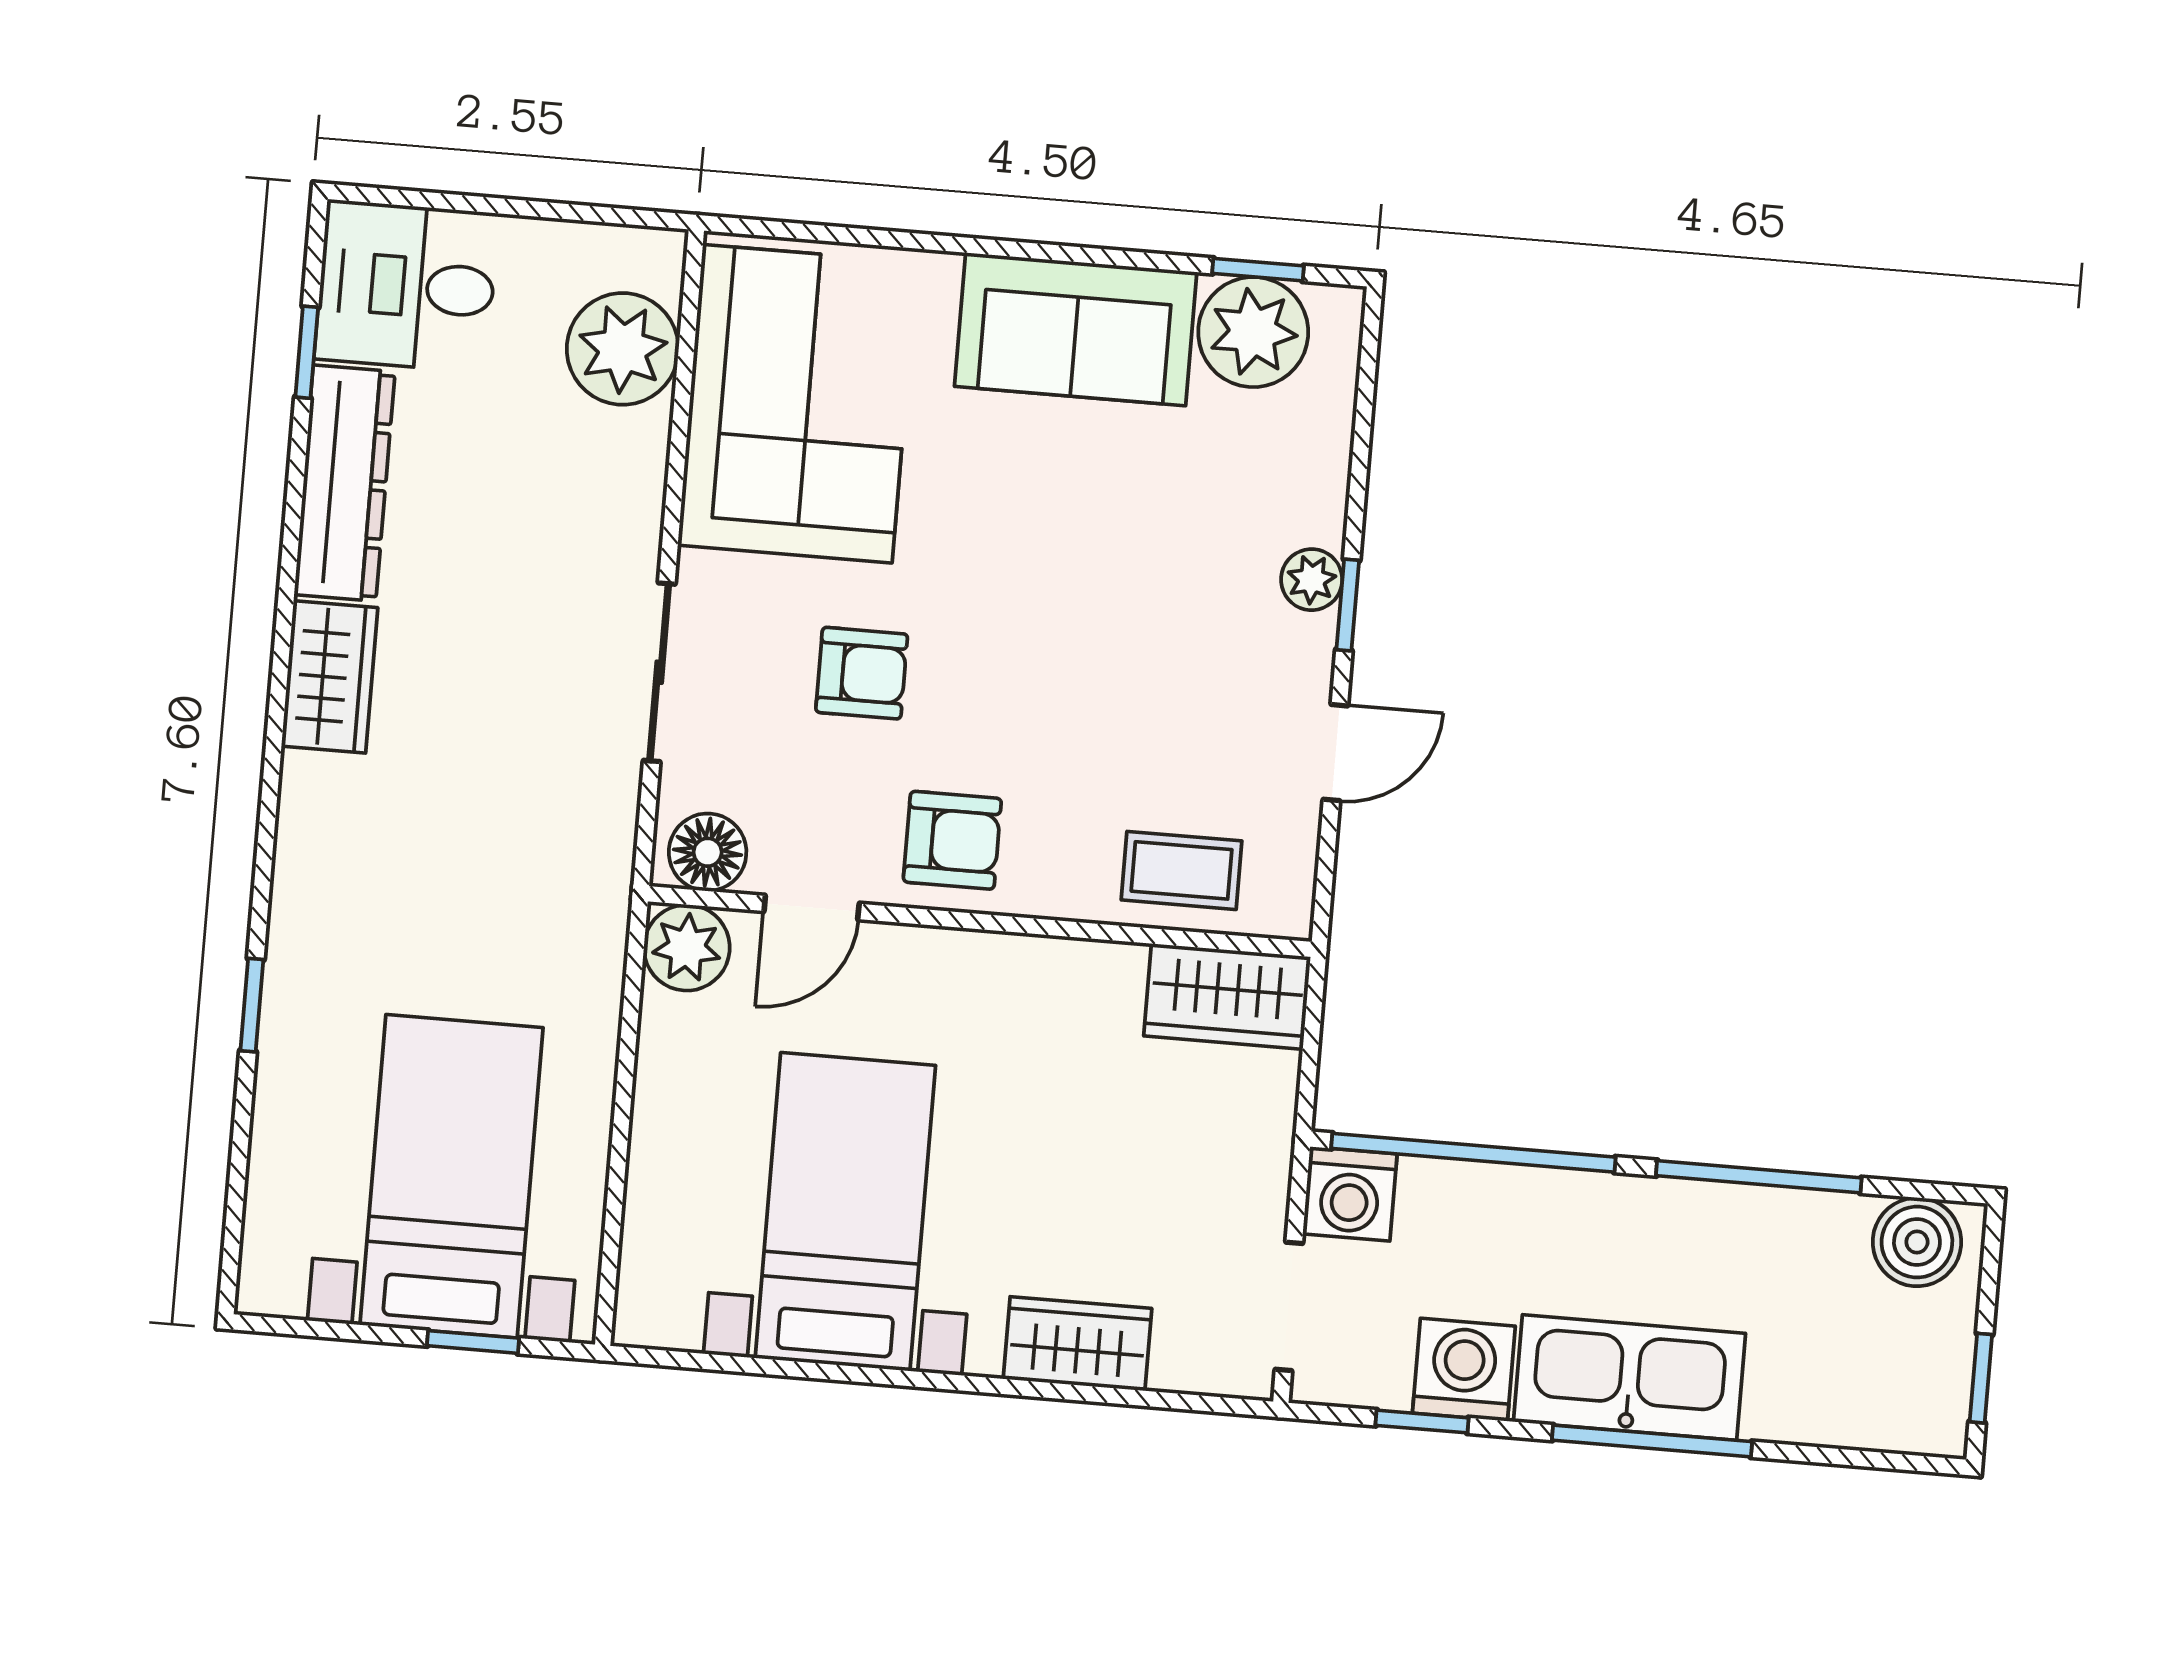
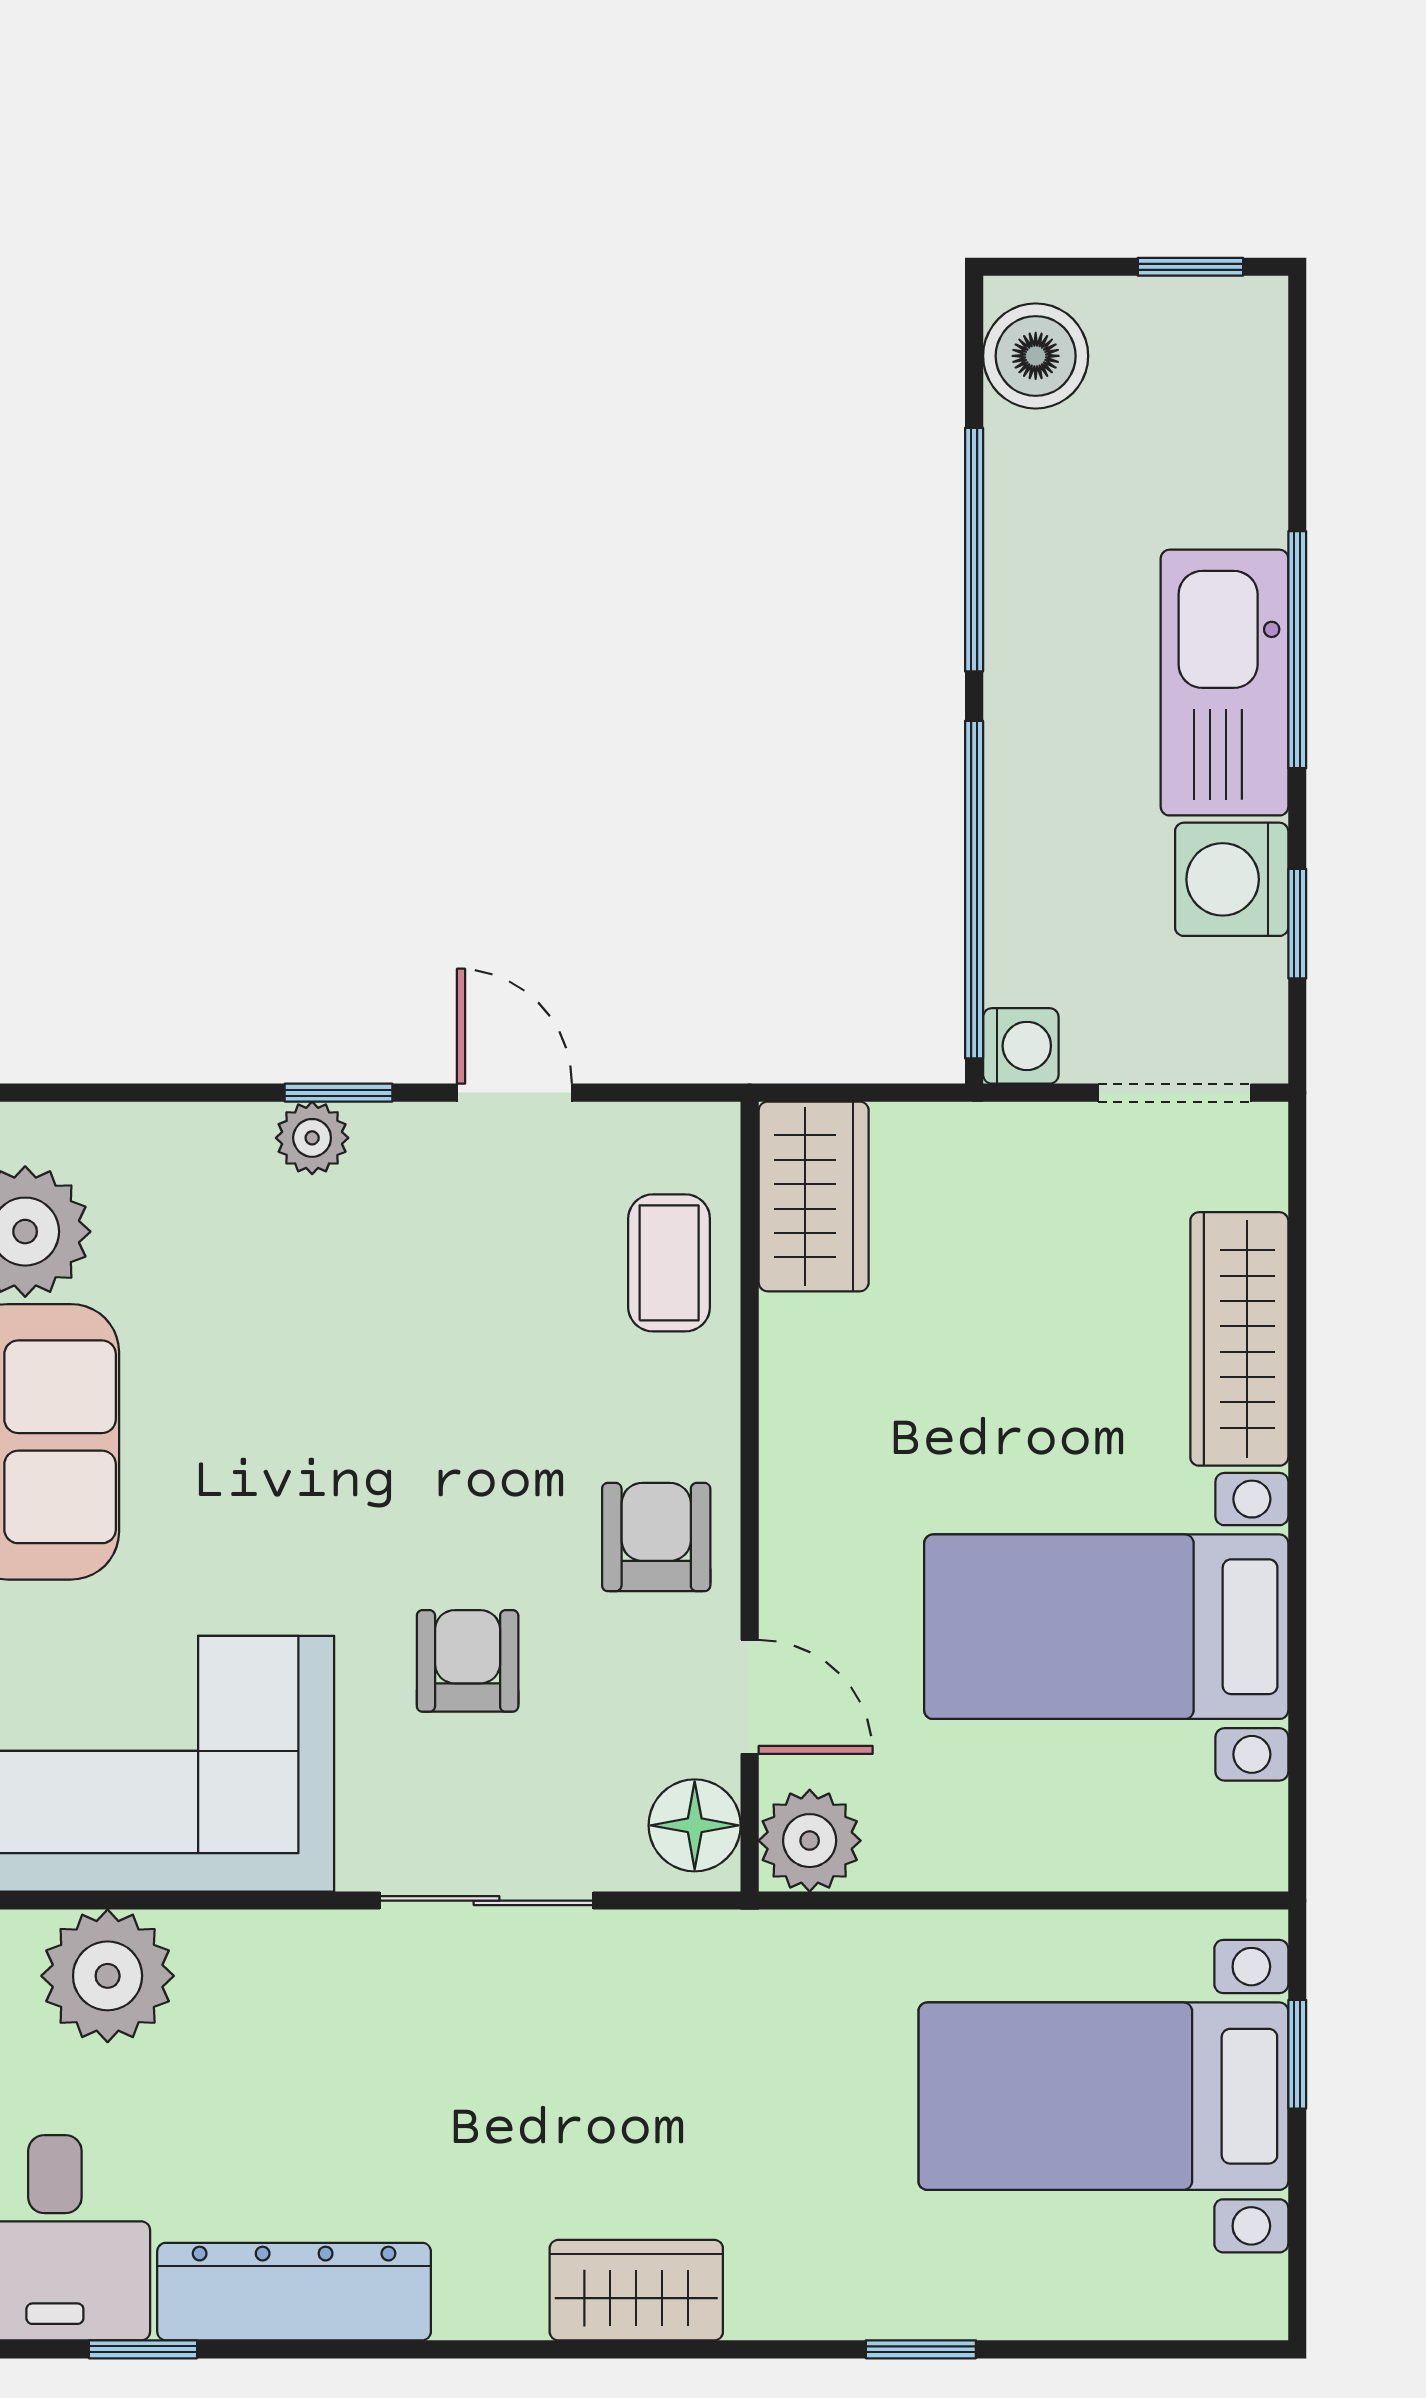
wardrobe: (329, 677) -> (636, 2290), moved
washing machine: (1350, 1194) -> (1021, 1046), width x0.73, depth x0.73
wardrobe: (1077, 1344) -> (1239, 1339), width x1.50

